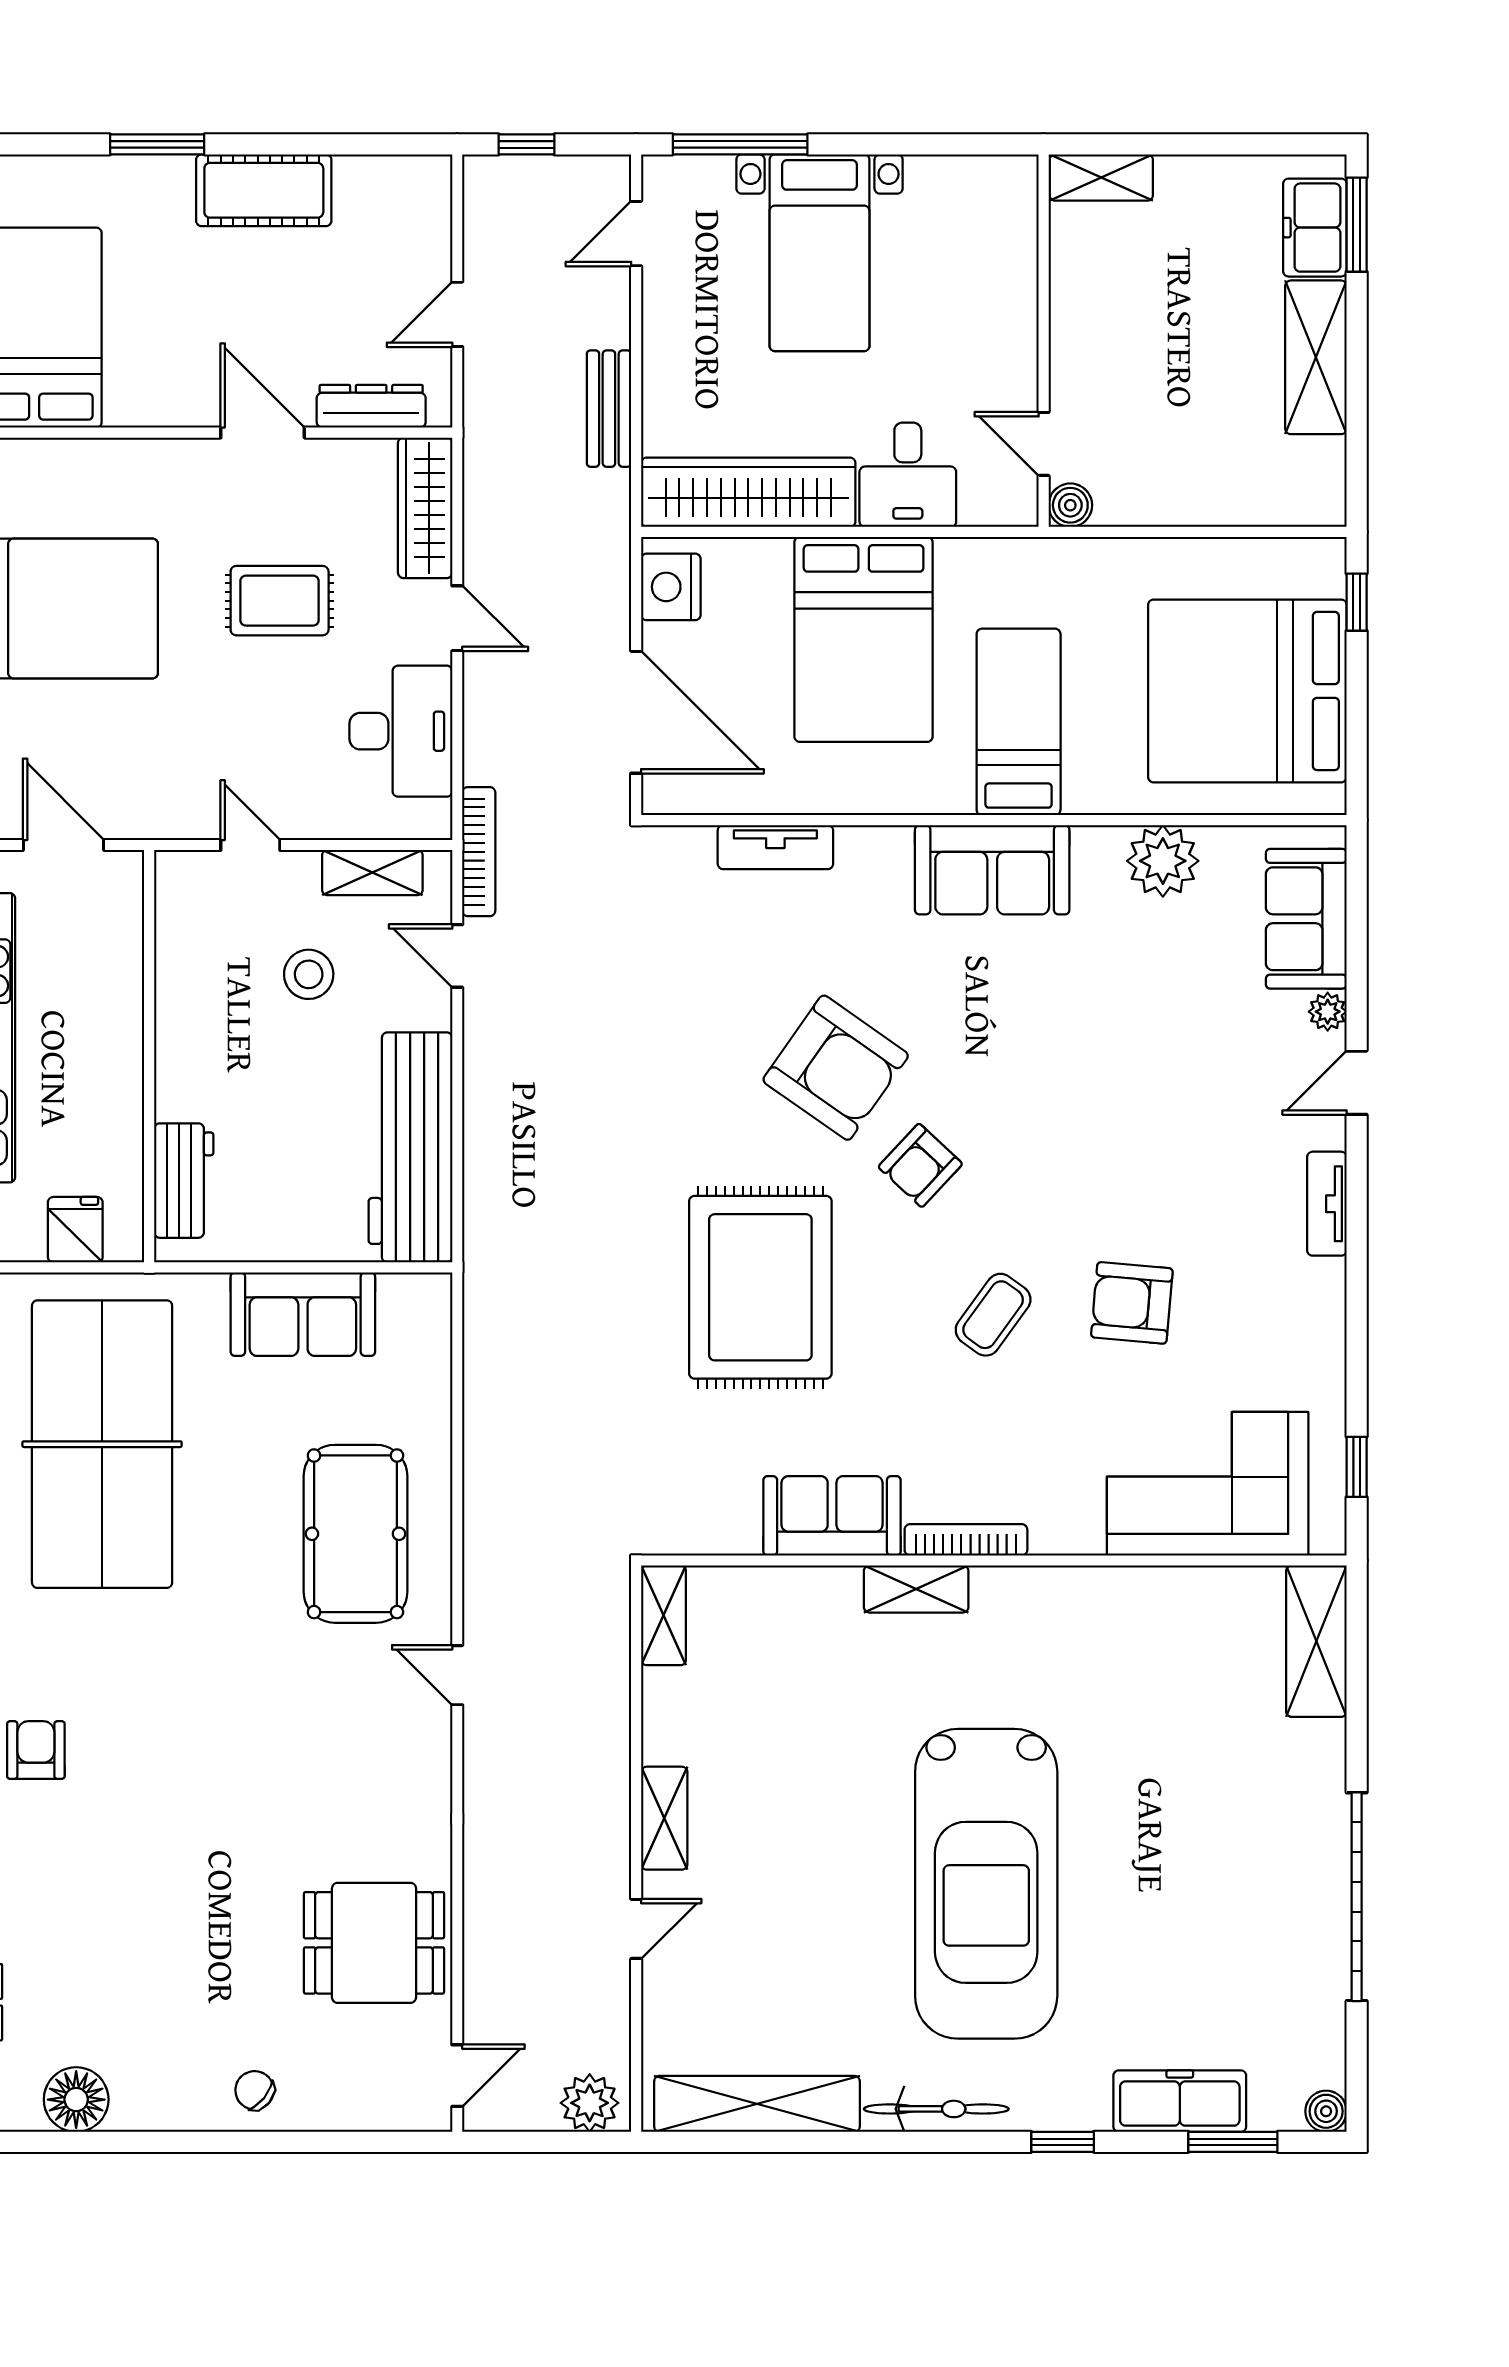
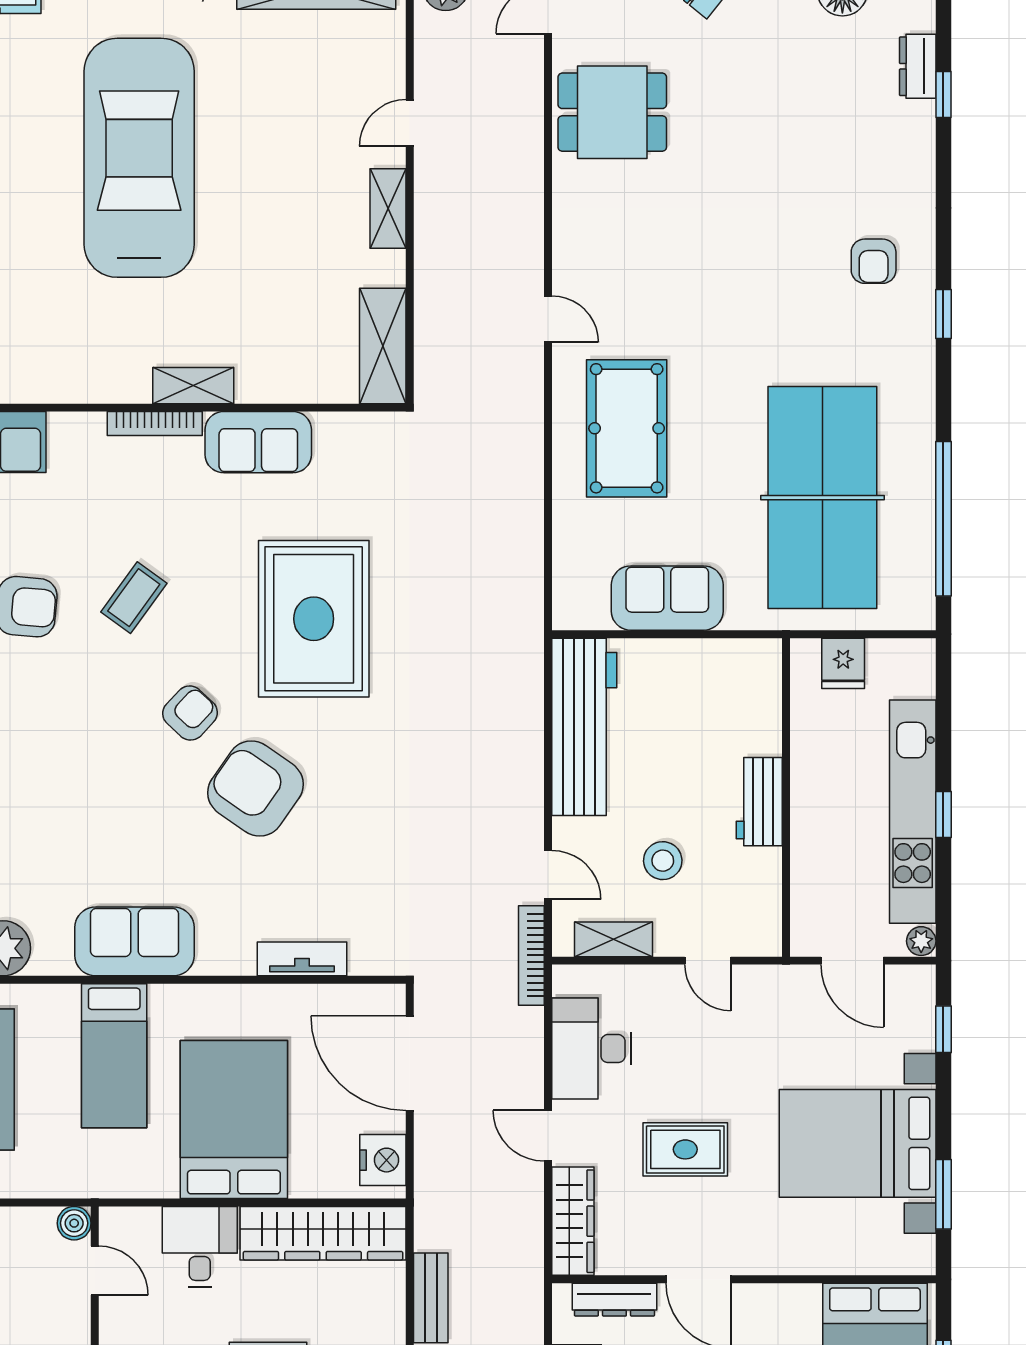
workbench: (184, 1181) -> (759, 802), moved
shelving: (664, 1615) -> (383, 346), width x1.50, depth x1.33

